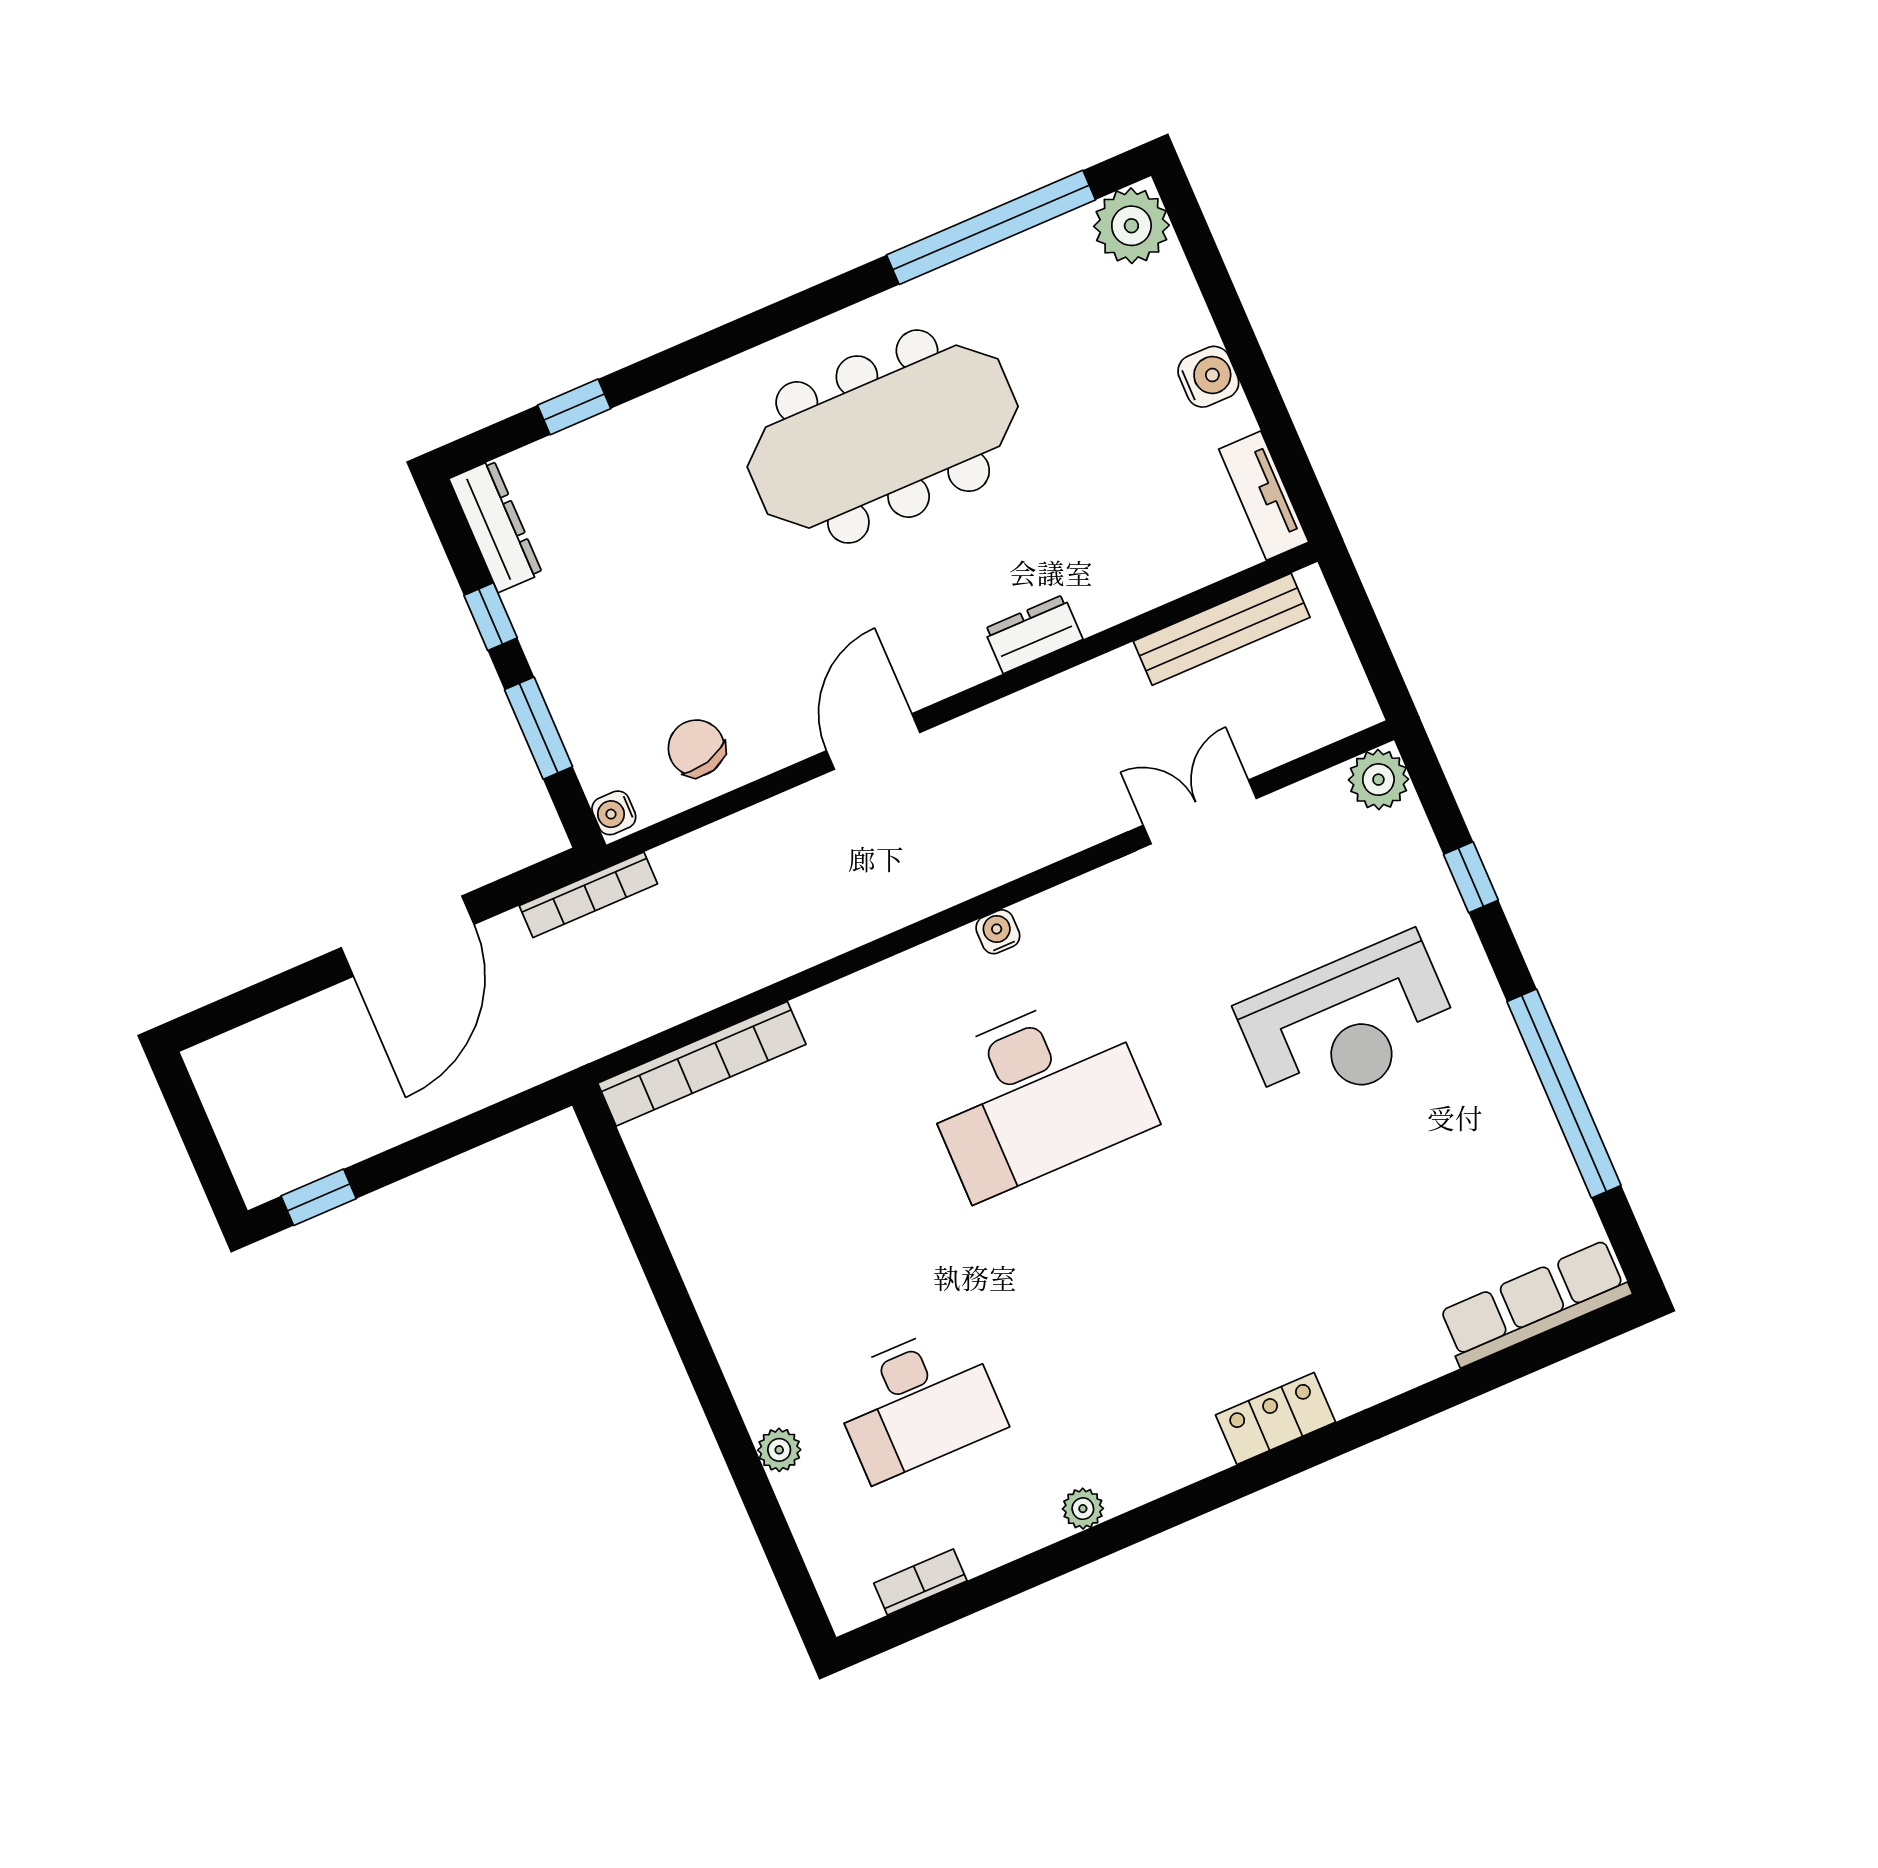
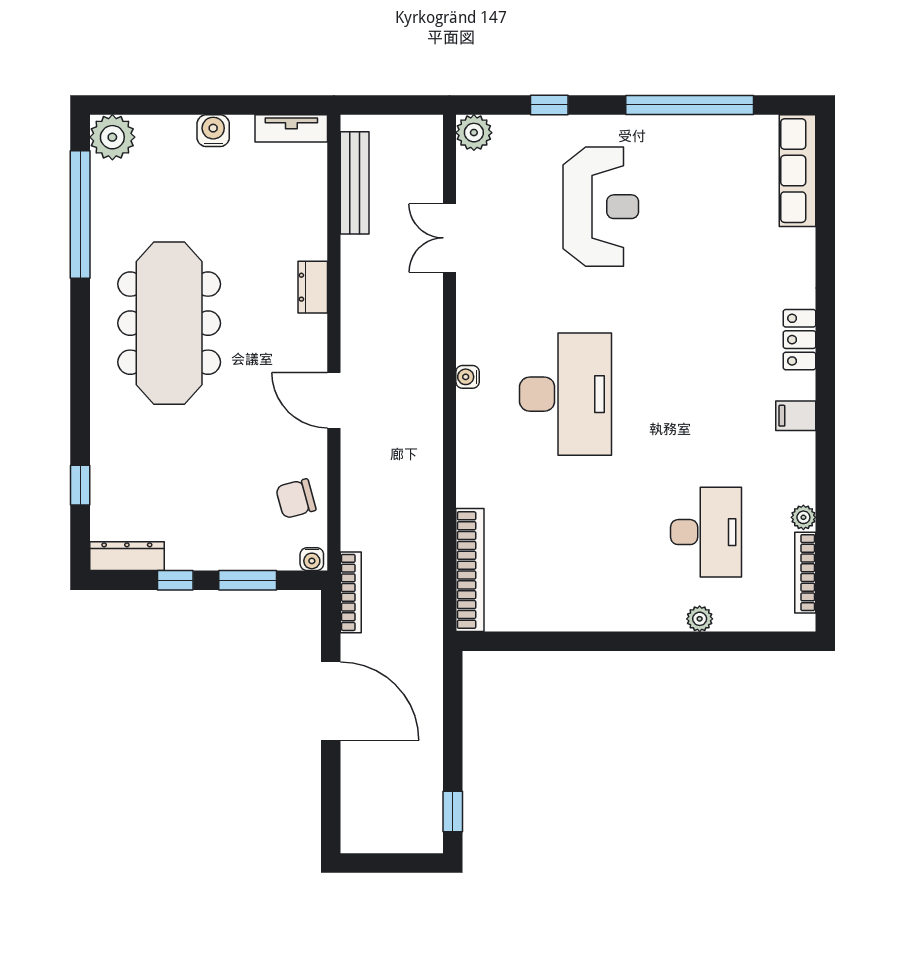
filing cabinet: (1156, 1463) -> (796, 416), added
plant: (1083, 1509) -> (803, 517), moved
bookcase: (920, 1582) -> (805, 573), width x1.56

